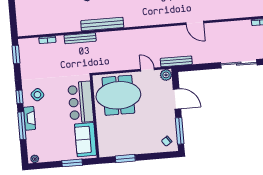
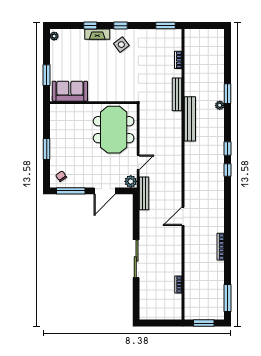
bar counter: (81, 102) -> (110, 89), removed
window: (22, 126) -> (90, 26), width x0.46
window: (125, 158) -> (47, 149), moved

